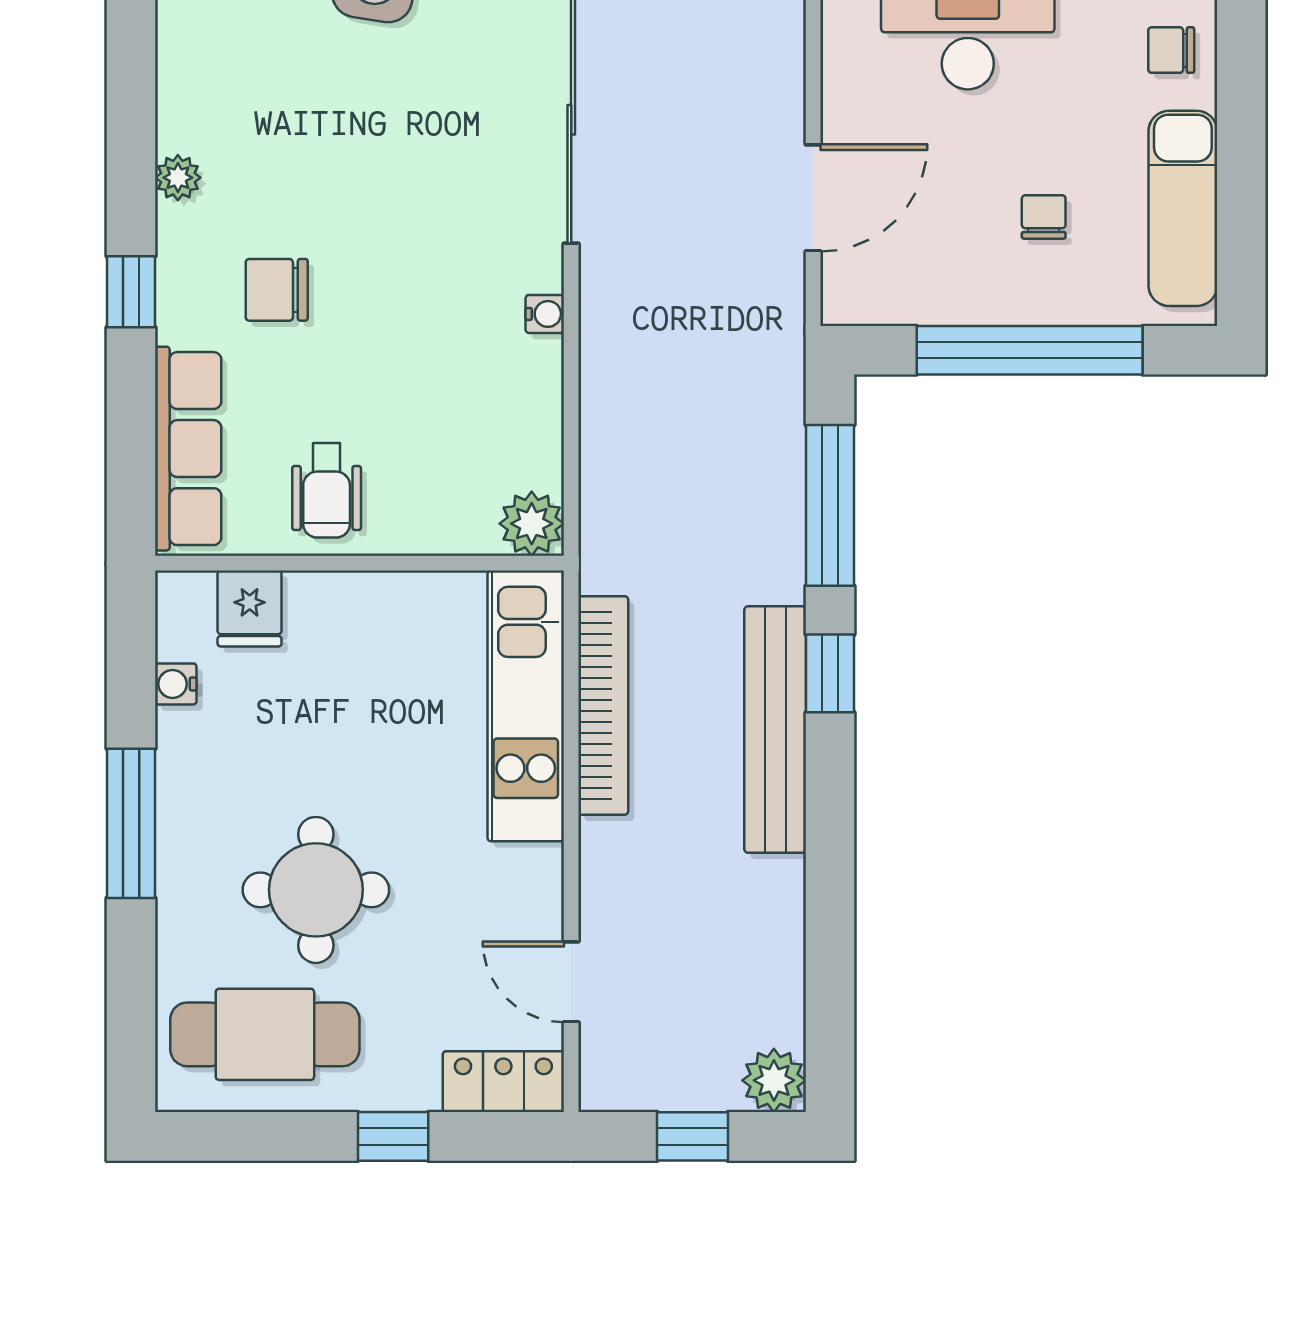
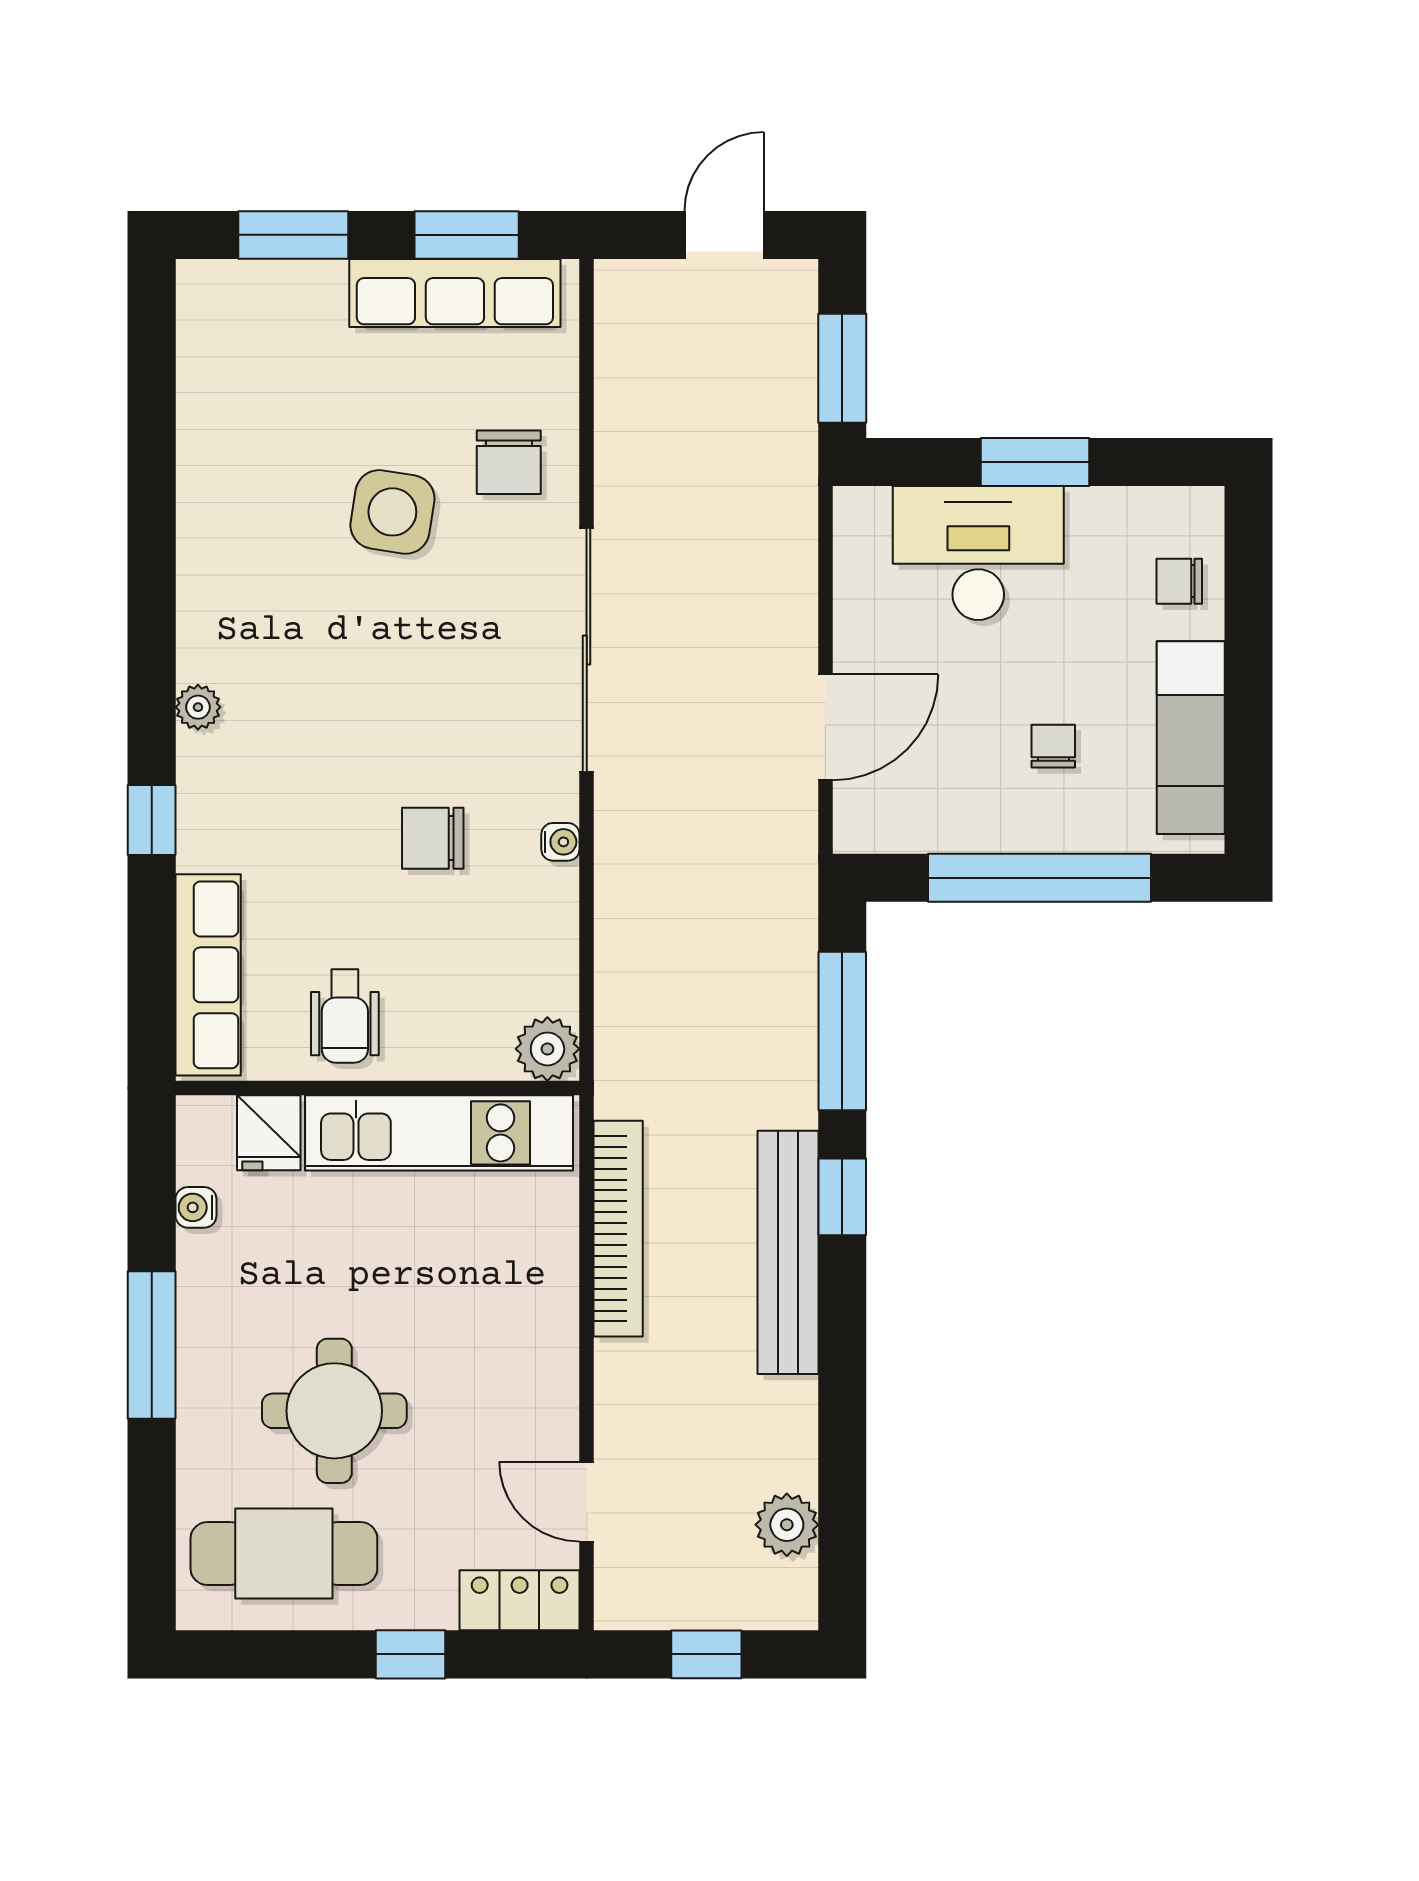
chair: (277, 290) -> (433, 838), moved
kitchen unit: (526, 706) -> (439, 1133), moved, turned -90
plant: (774, 1080) -> (787, 1525), moved

